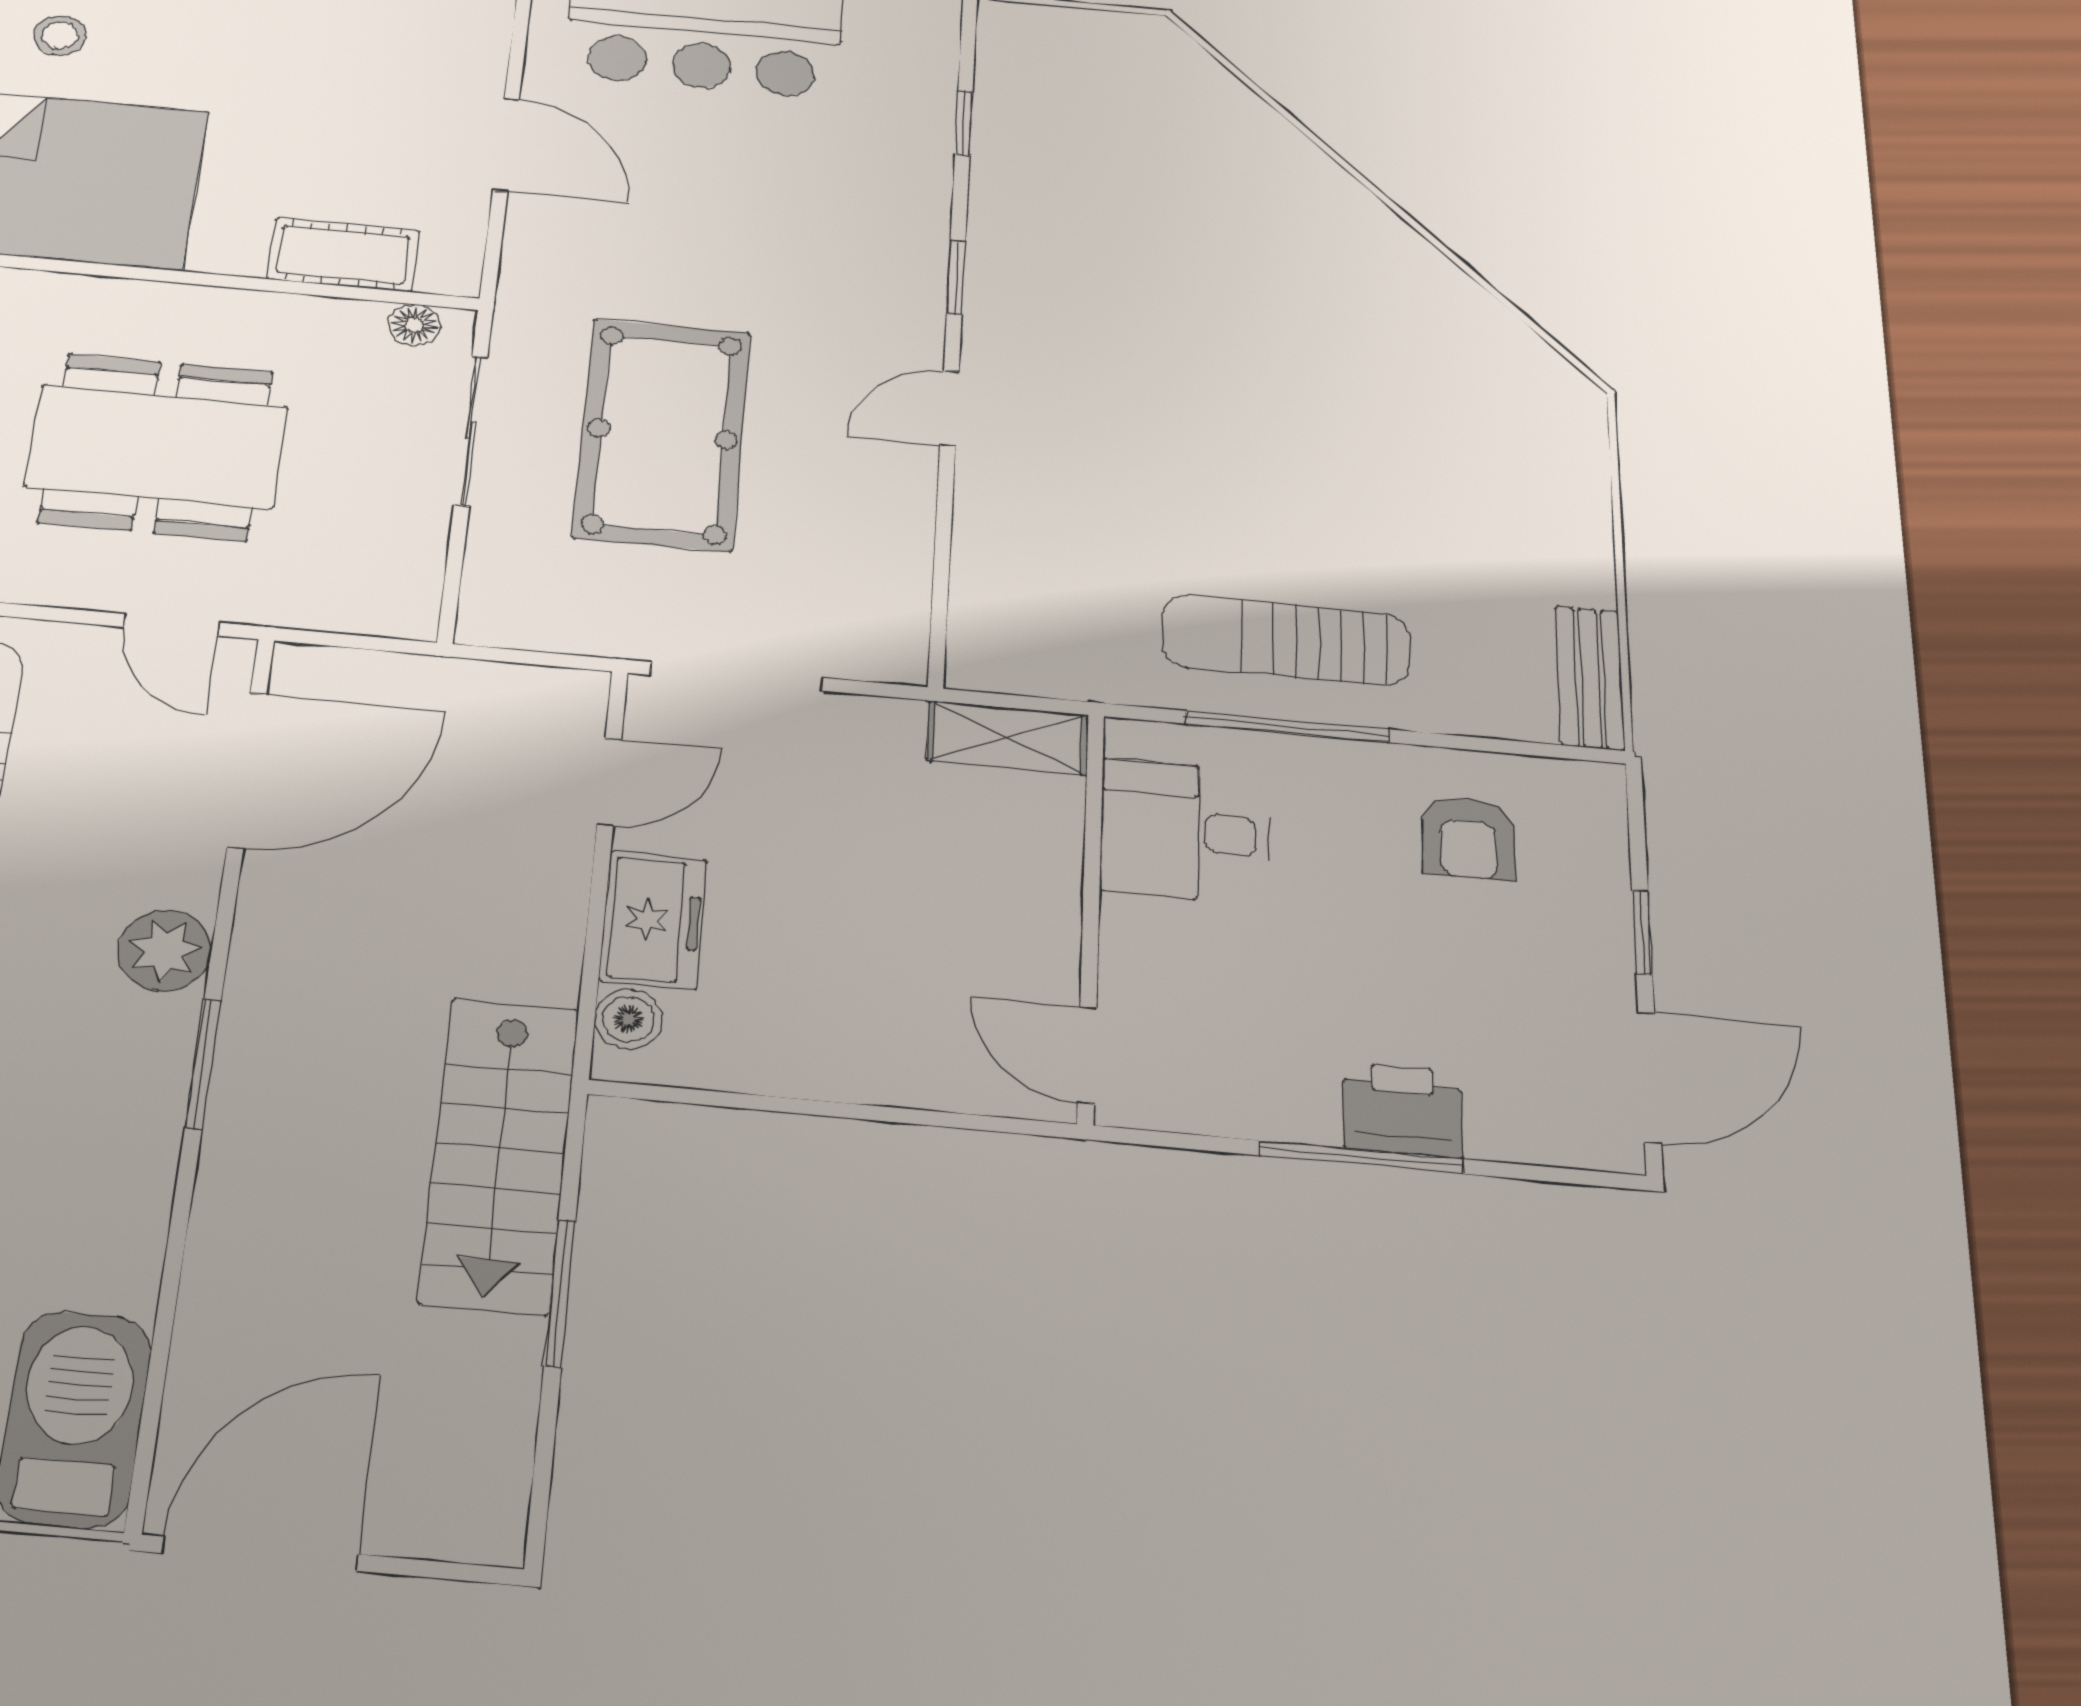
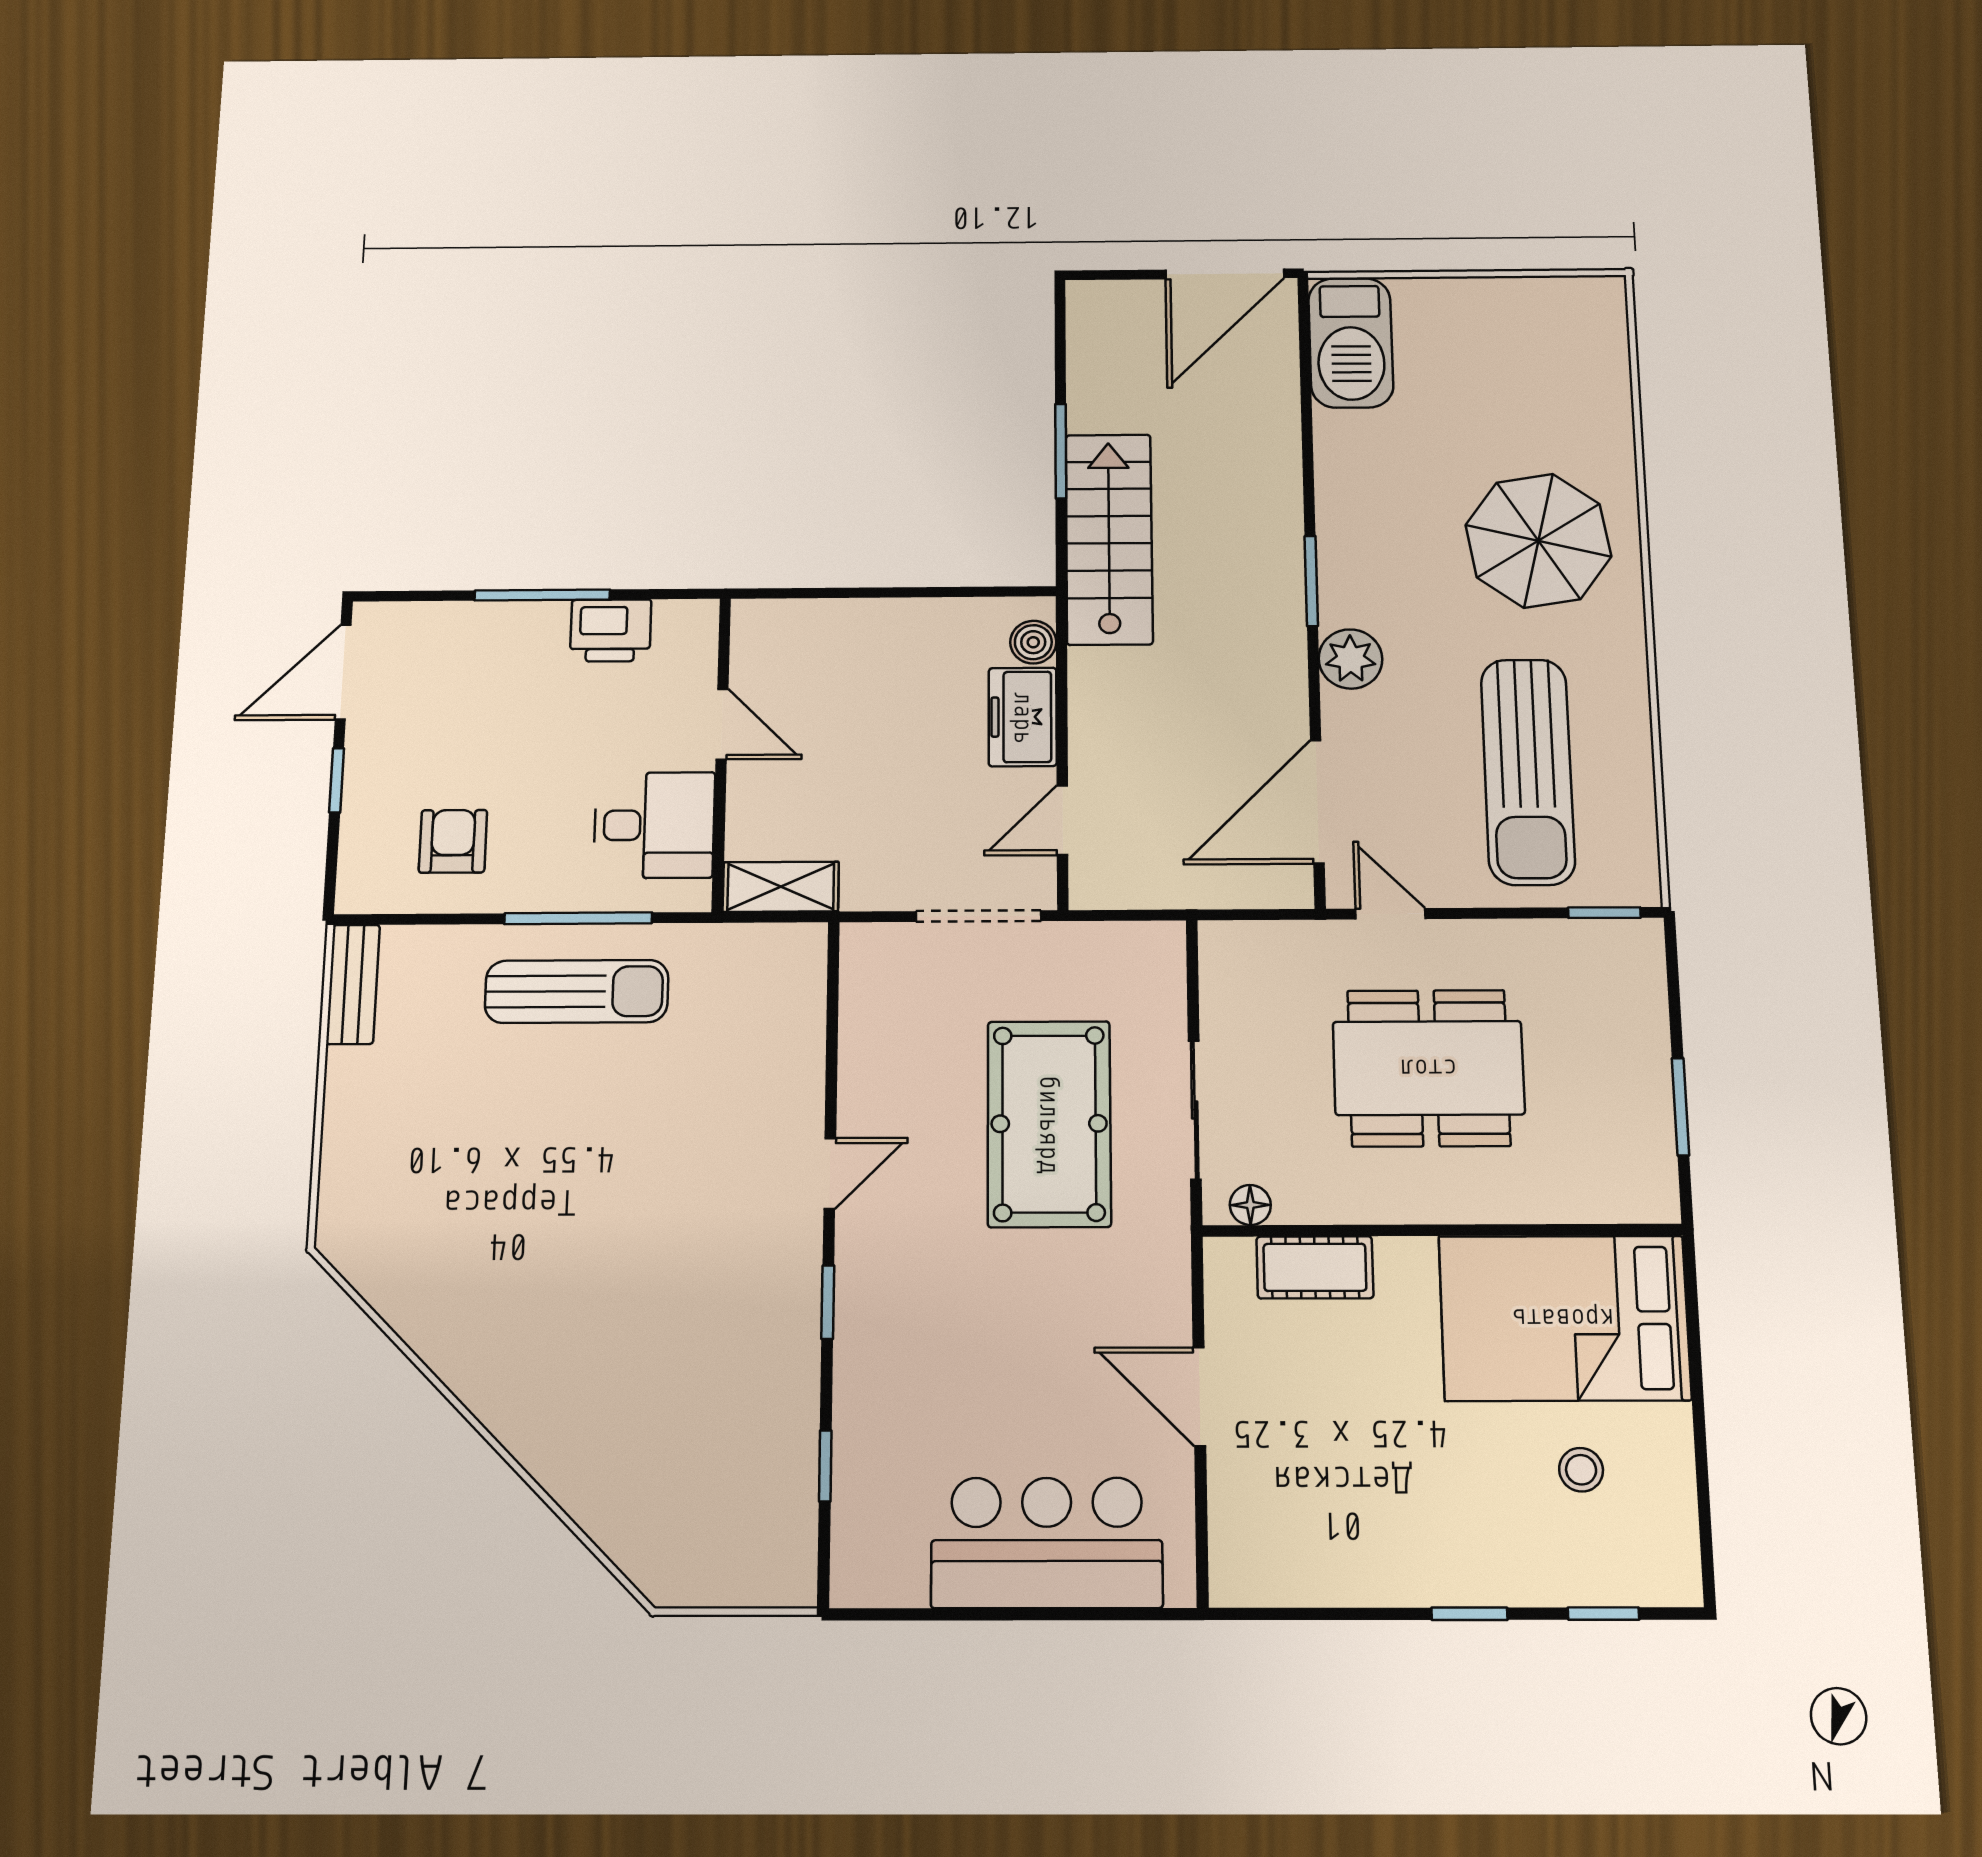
door: (1087, 1055) -> (722, 724), moved
printer: (1402, 1110) -> (611, 630), moved

